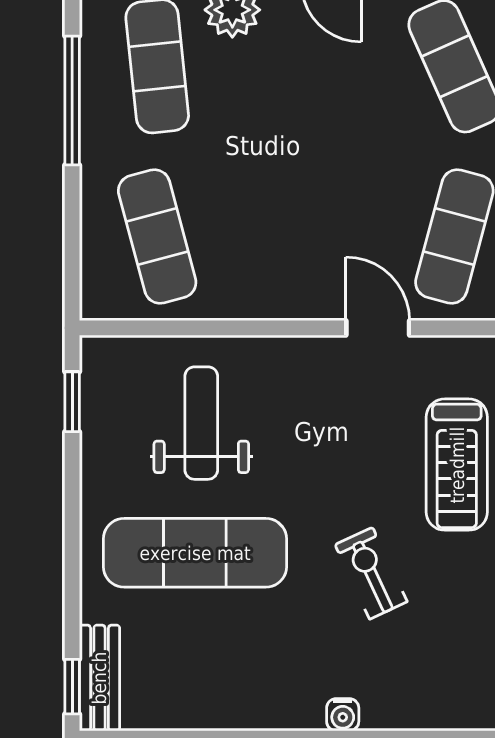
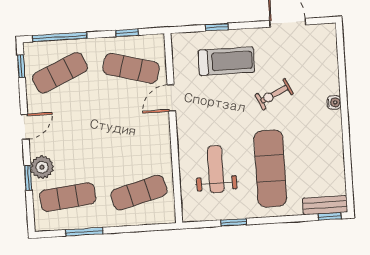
window: (72, 100) -> (84, 232), width x0.69
window: (72, 402) -> (234, 222), moved
weight bench: (201, 423) -> (216, 169), turned 90

